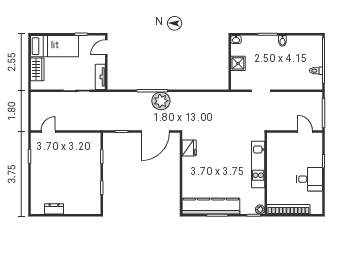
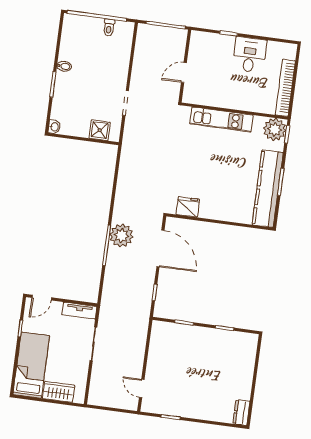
door: (106, 47) -> (42, 298), hinge flipped
shower: (238, 63) -> (100, 130), moved
door: (305, 132) -> (184, 73), moved
dresser: (54, 209) -> (241, 413), moved
plant: (260, 210) -> (275, 129), width x1.87, depth x1.87

